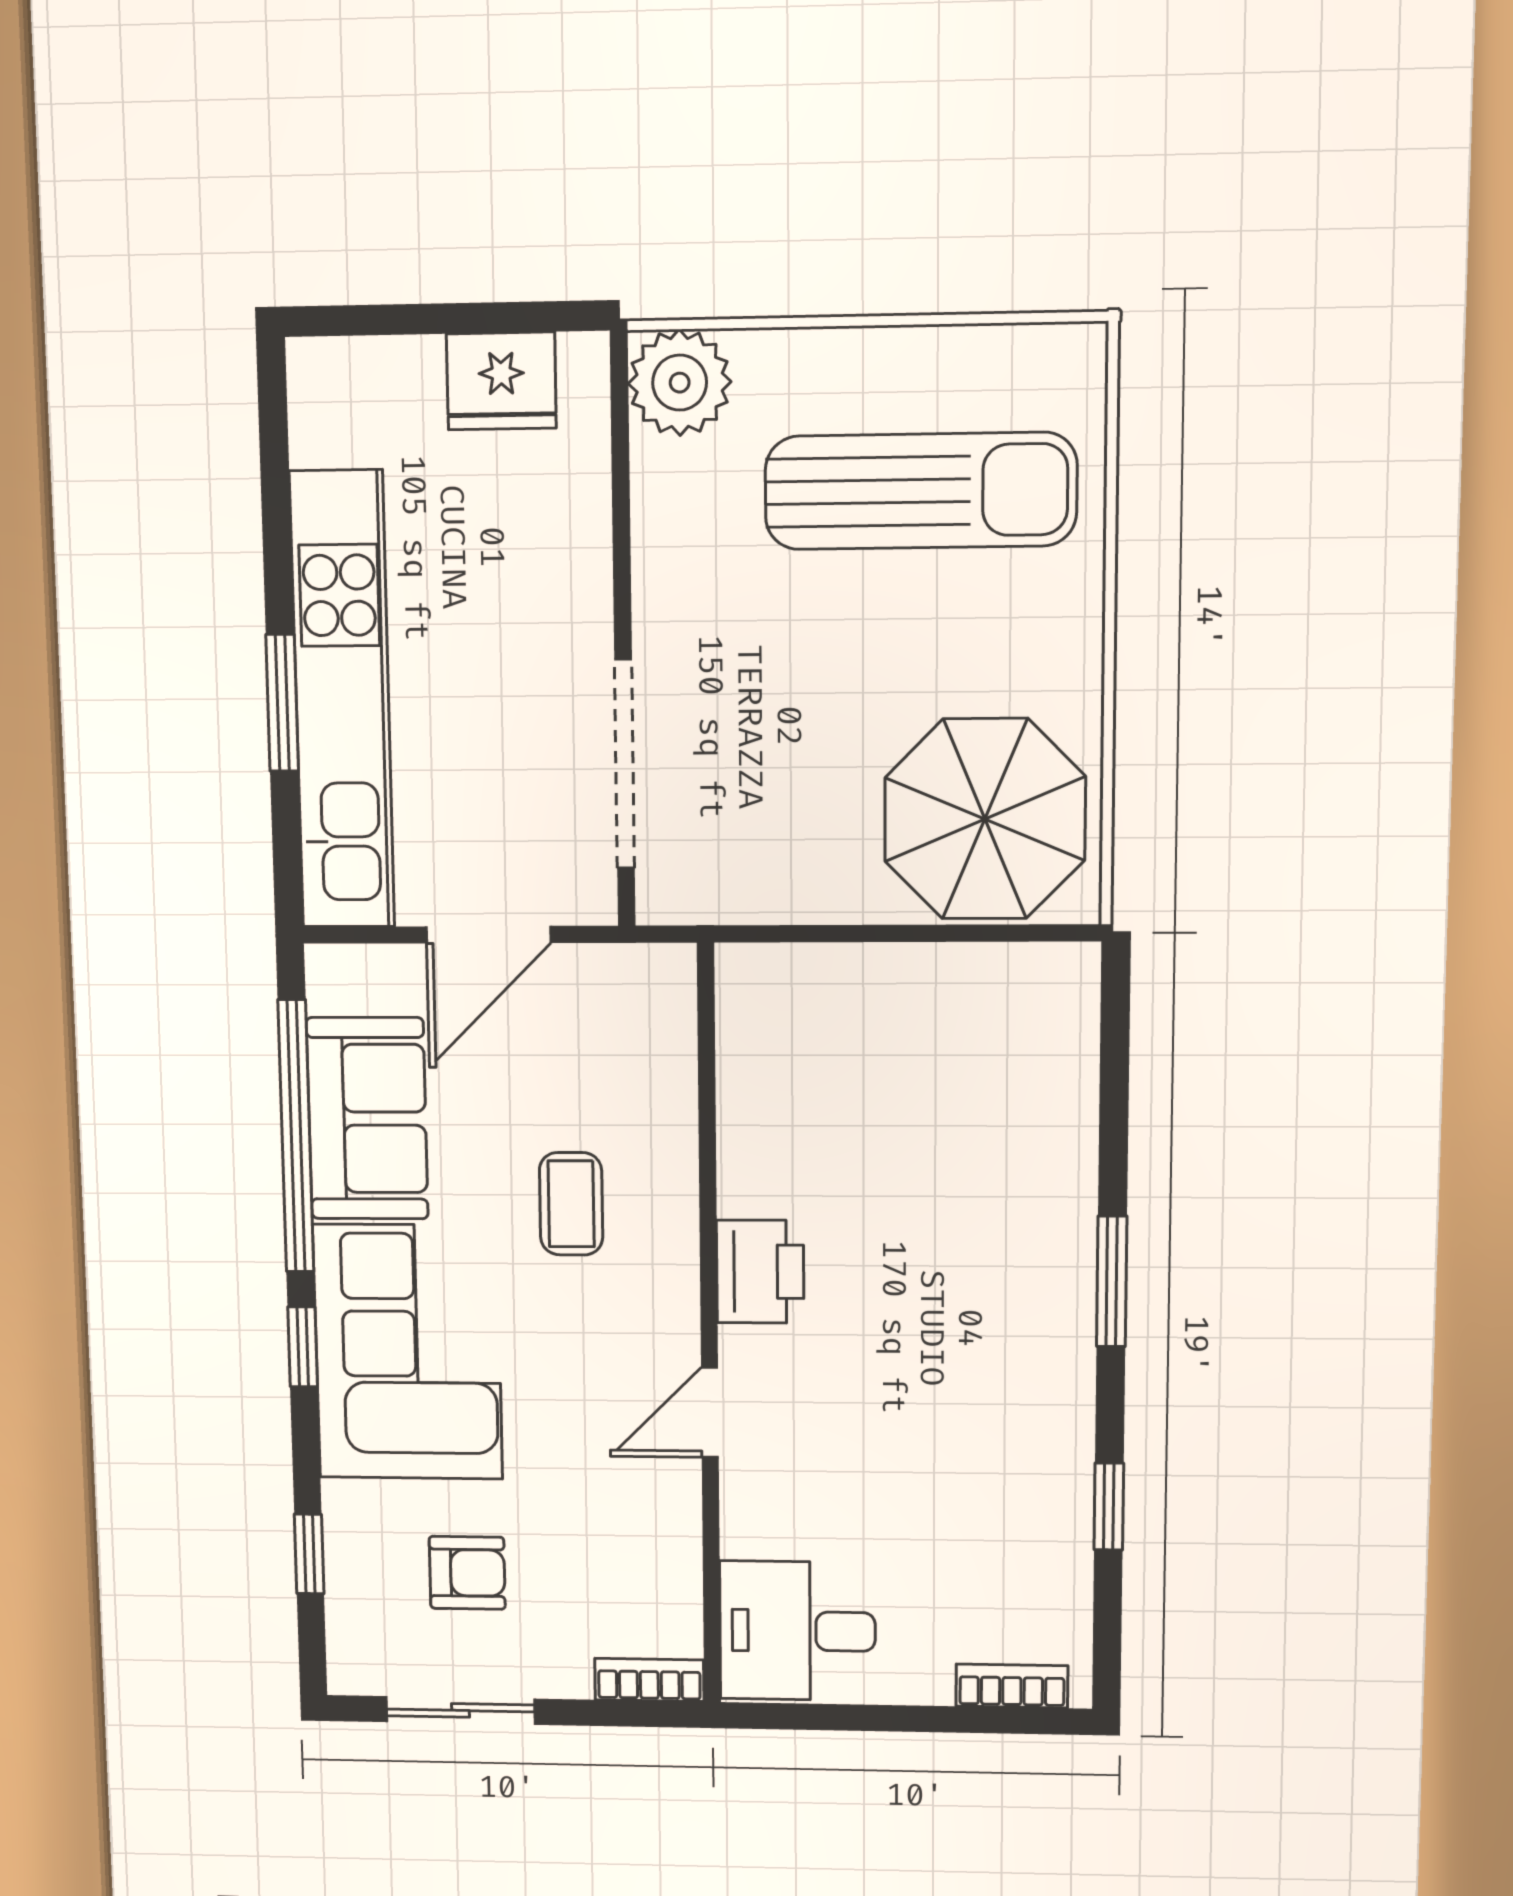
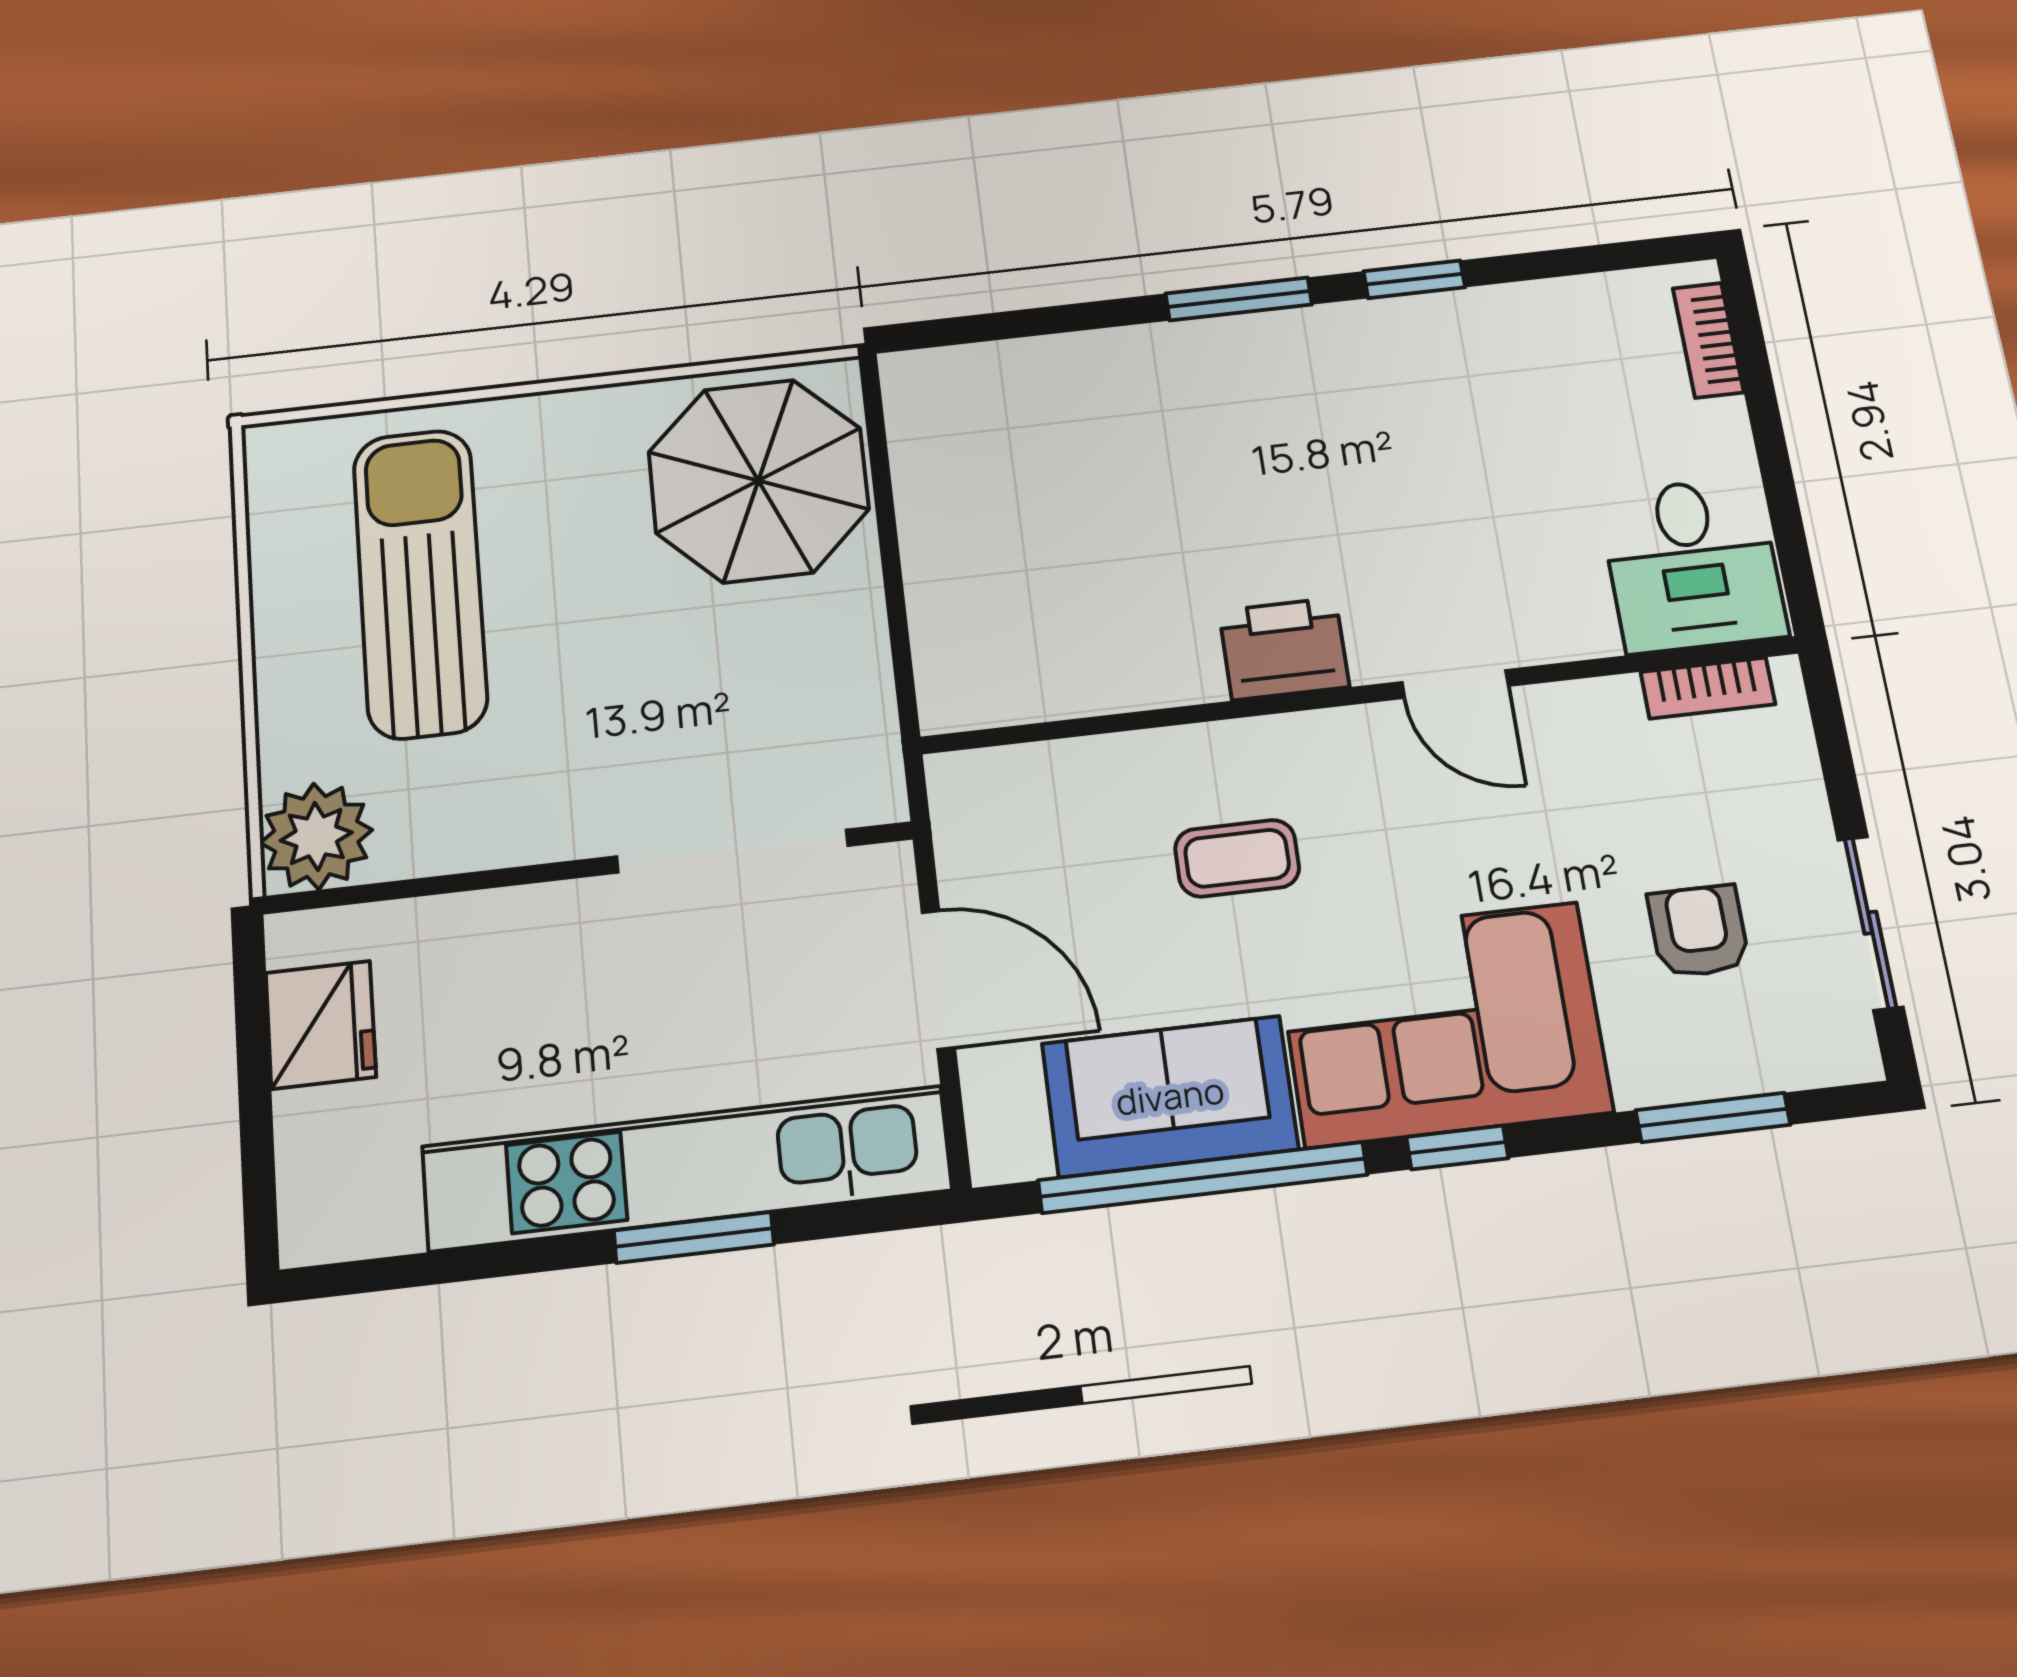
window: (1109, 1506) -> (1414, 279), moved
window: (309, 1554) -> (1713, 1117), width x1.50
bookcase: (649, 1680) -> (1708, 688), moved, turned -90

